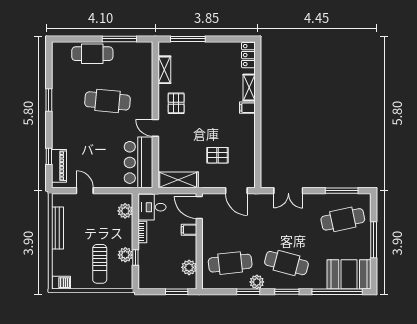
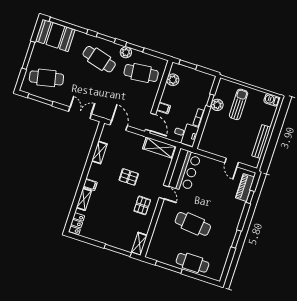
shelving: (164, 70) -> (139, 244), moved
shelving: (249, 150) -> (99, 152), added
pallet: (217, 155) -> (129, 177), moved
plant: (125, 211) -> (207, 138), removed

